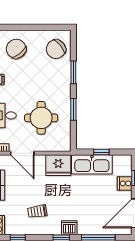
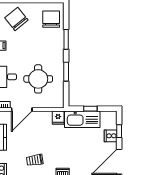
chair: (56, 49) -> (51, 19), turned 129
door: (22, 153) -> (22, 109), hinge flipped
fridge: (58, 165) -> (58, 118), width x0.53, depth x0.75

